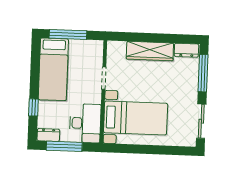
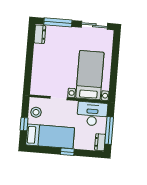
window: (68, 34) -> (24, 124), width x0.46
stool: (84, 49) -> (36, 112), added
wardrobe: (150, 51) -> (39, 62), removed
window: (33, 107) -> (67, 152), moved

